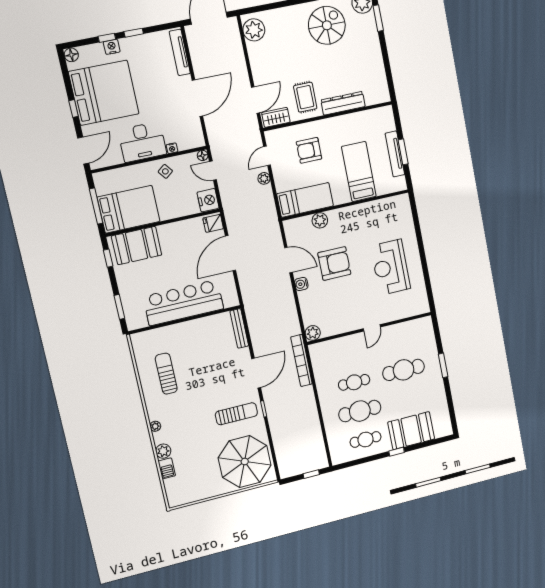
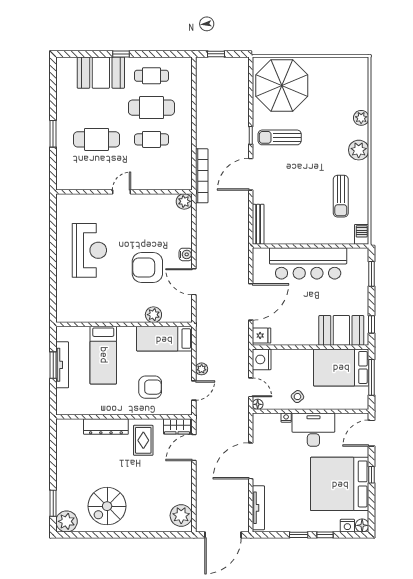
nightstand: (112, 47) -> (347, 526), moved
plant: (155, 426) -> (359, 150), width x1.87, depth x1.87
barbecue: (167, 468) -> (362, 234), moved

